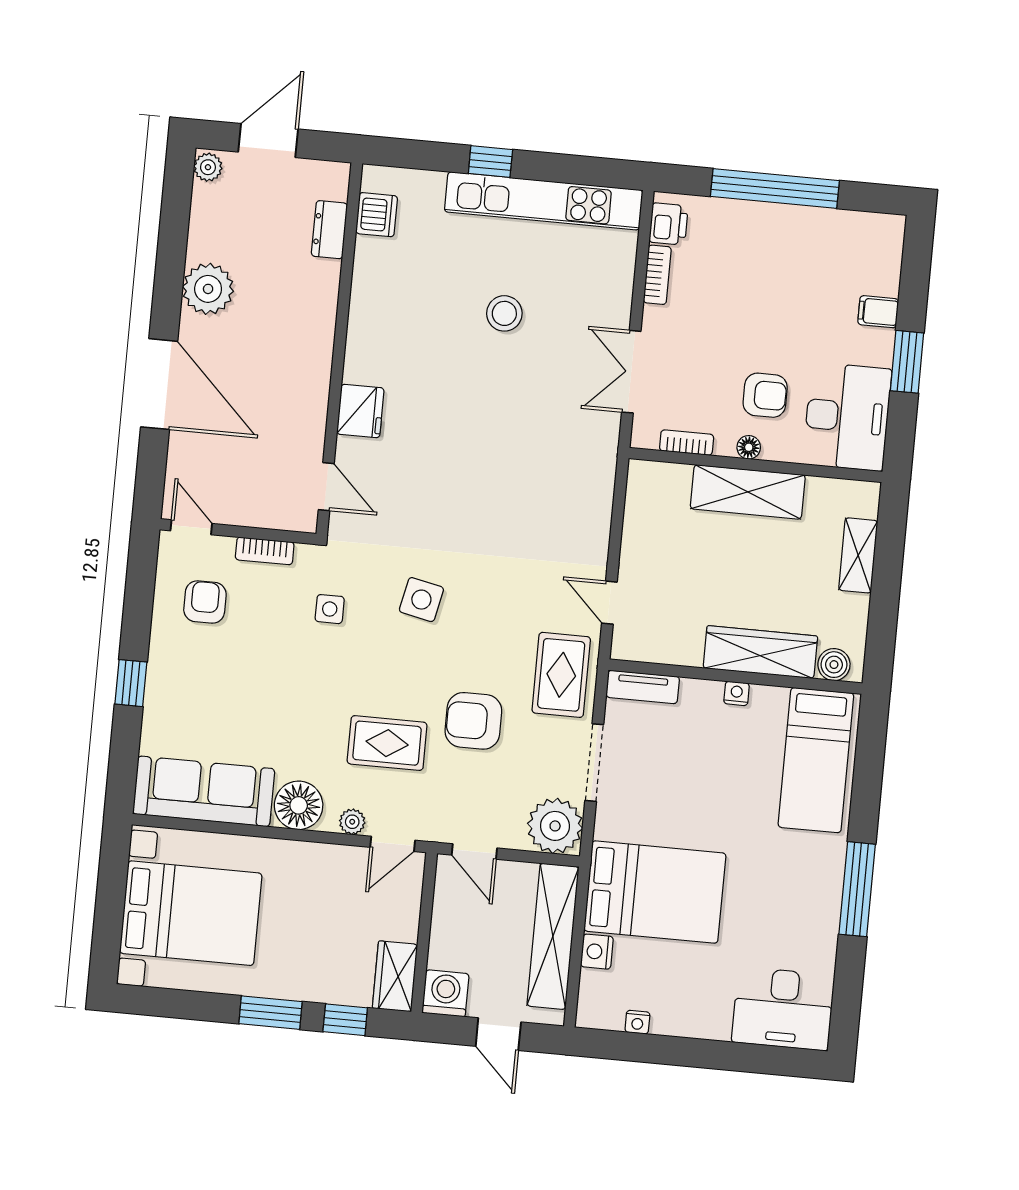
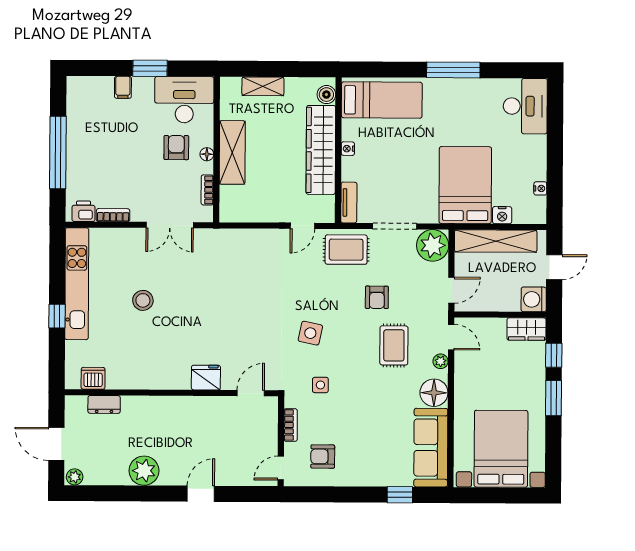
door: (159, 384) -> (201, 494), width x0.53
wardrobe: (760, 652) -> (321, 150), width x1.40, depth x1.17
window: (131, 683) -> (400, 495), moved
armchair: (473, 721) -> (377, 297), width x0.72, depth x0.72

